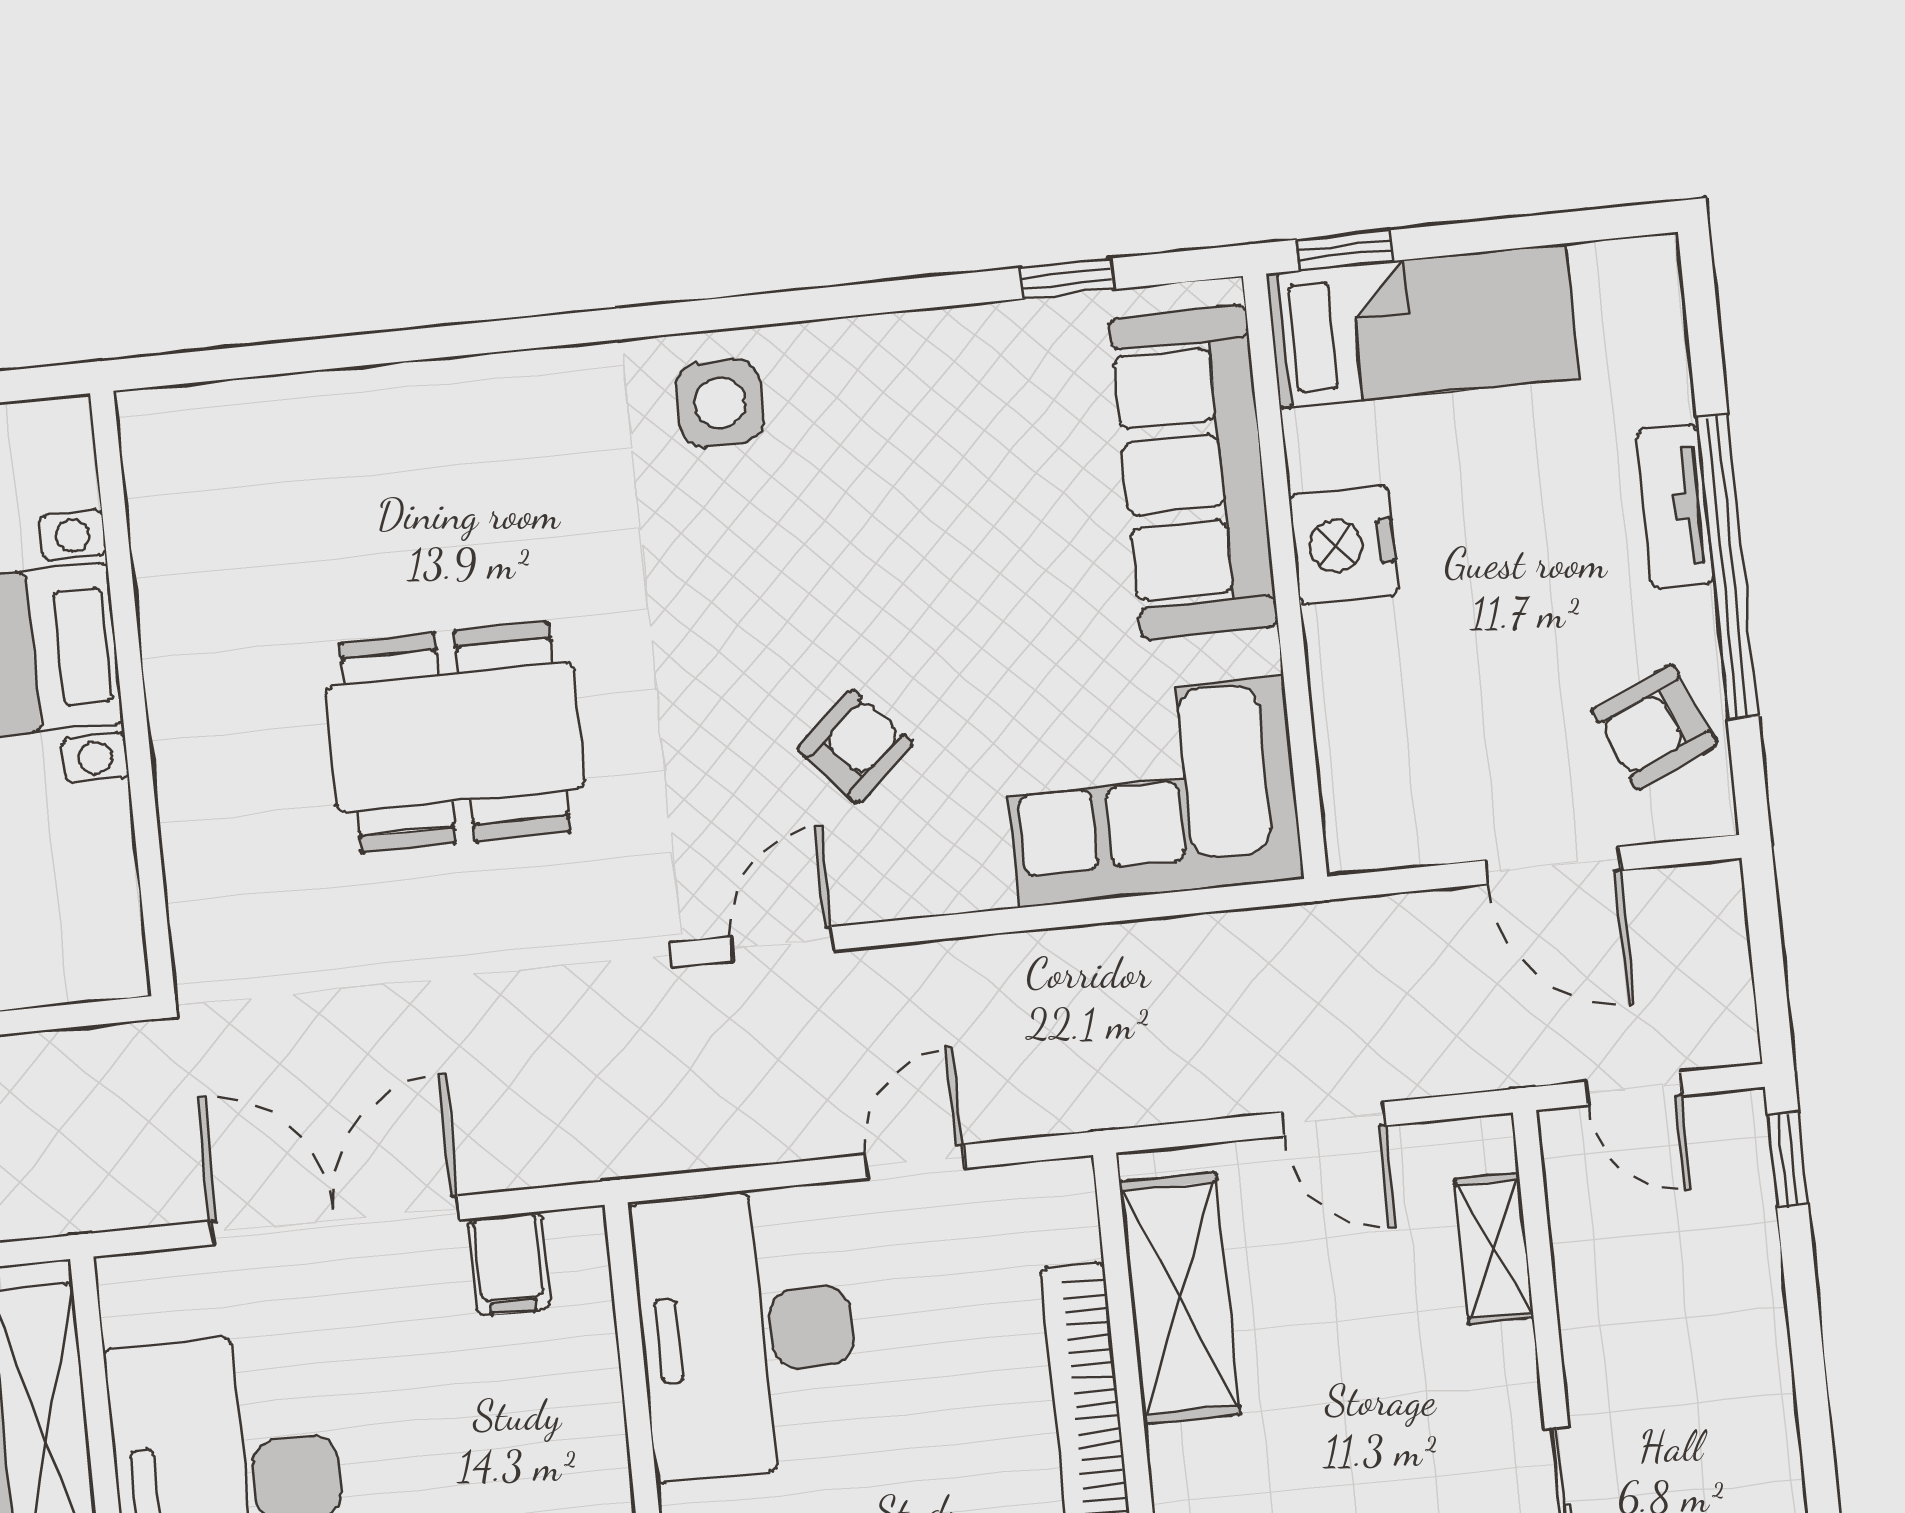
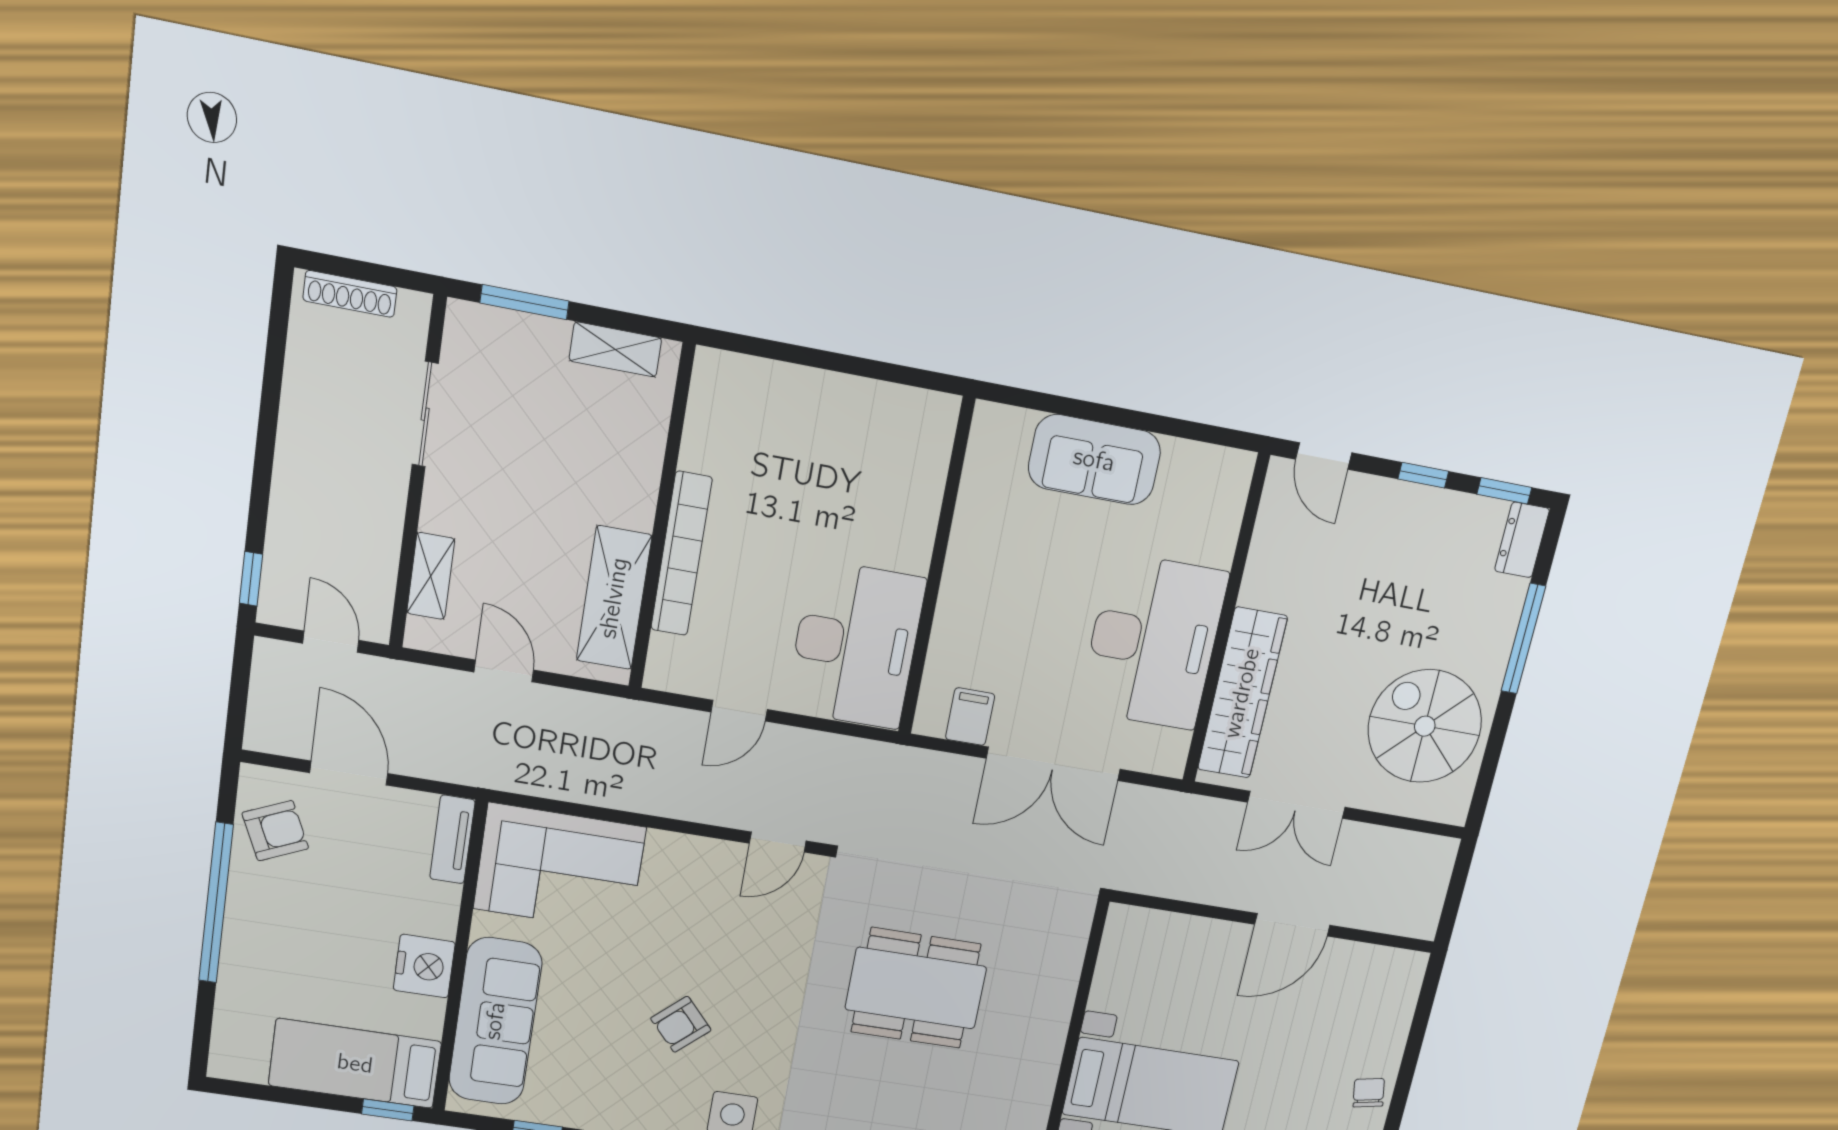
tv unit: (1675, 507) -> (452, 839), moved, turned 180
armchair: (855, 746) -> (681, 1024), moved

